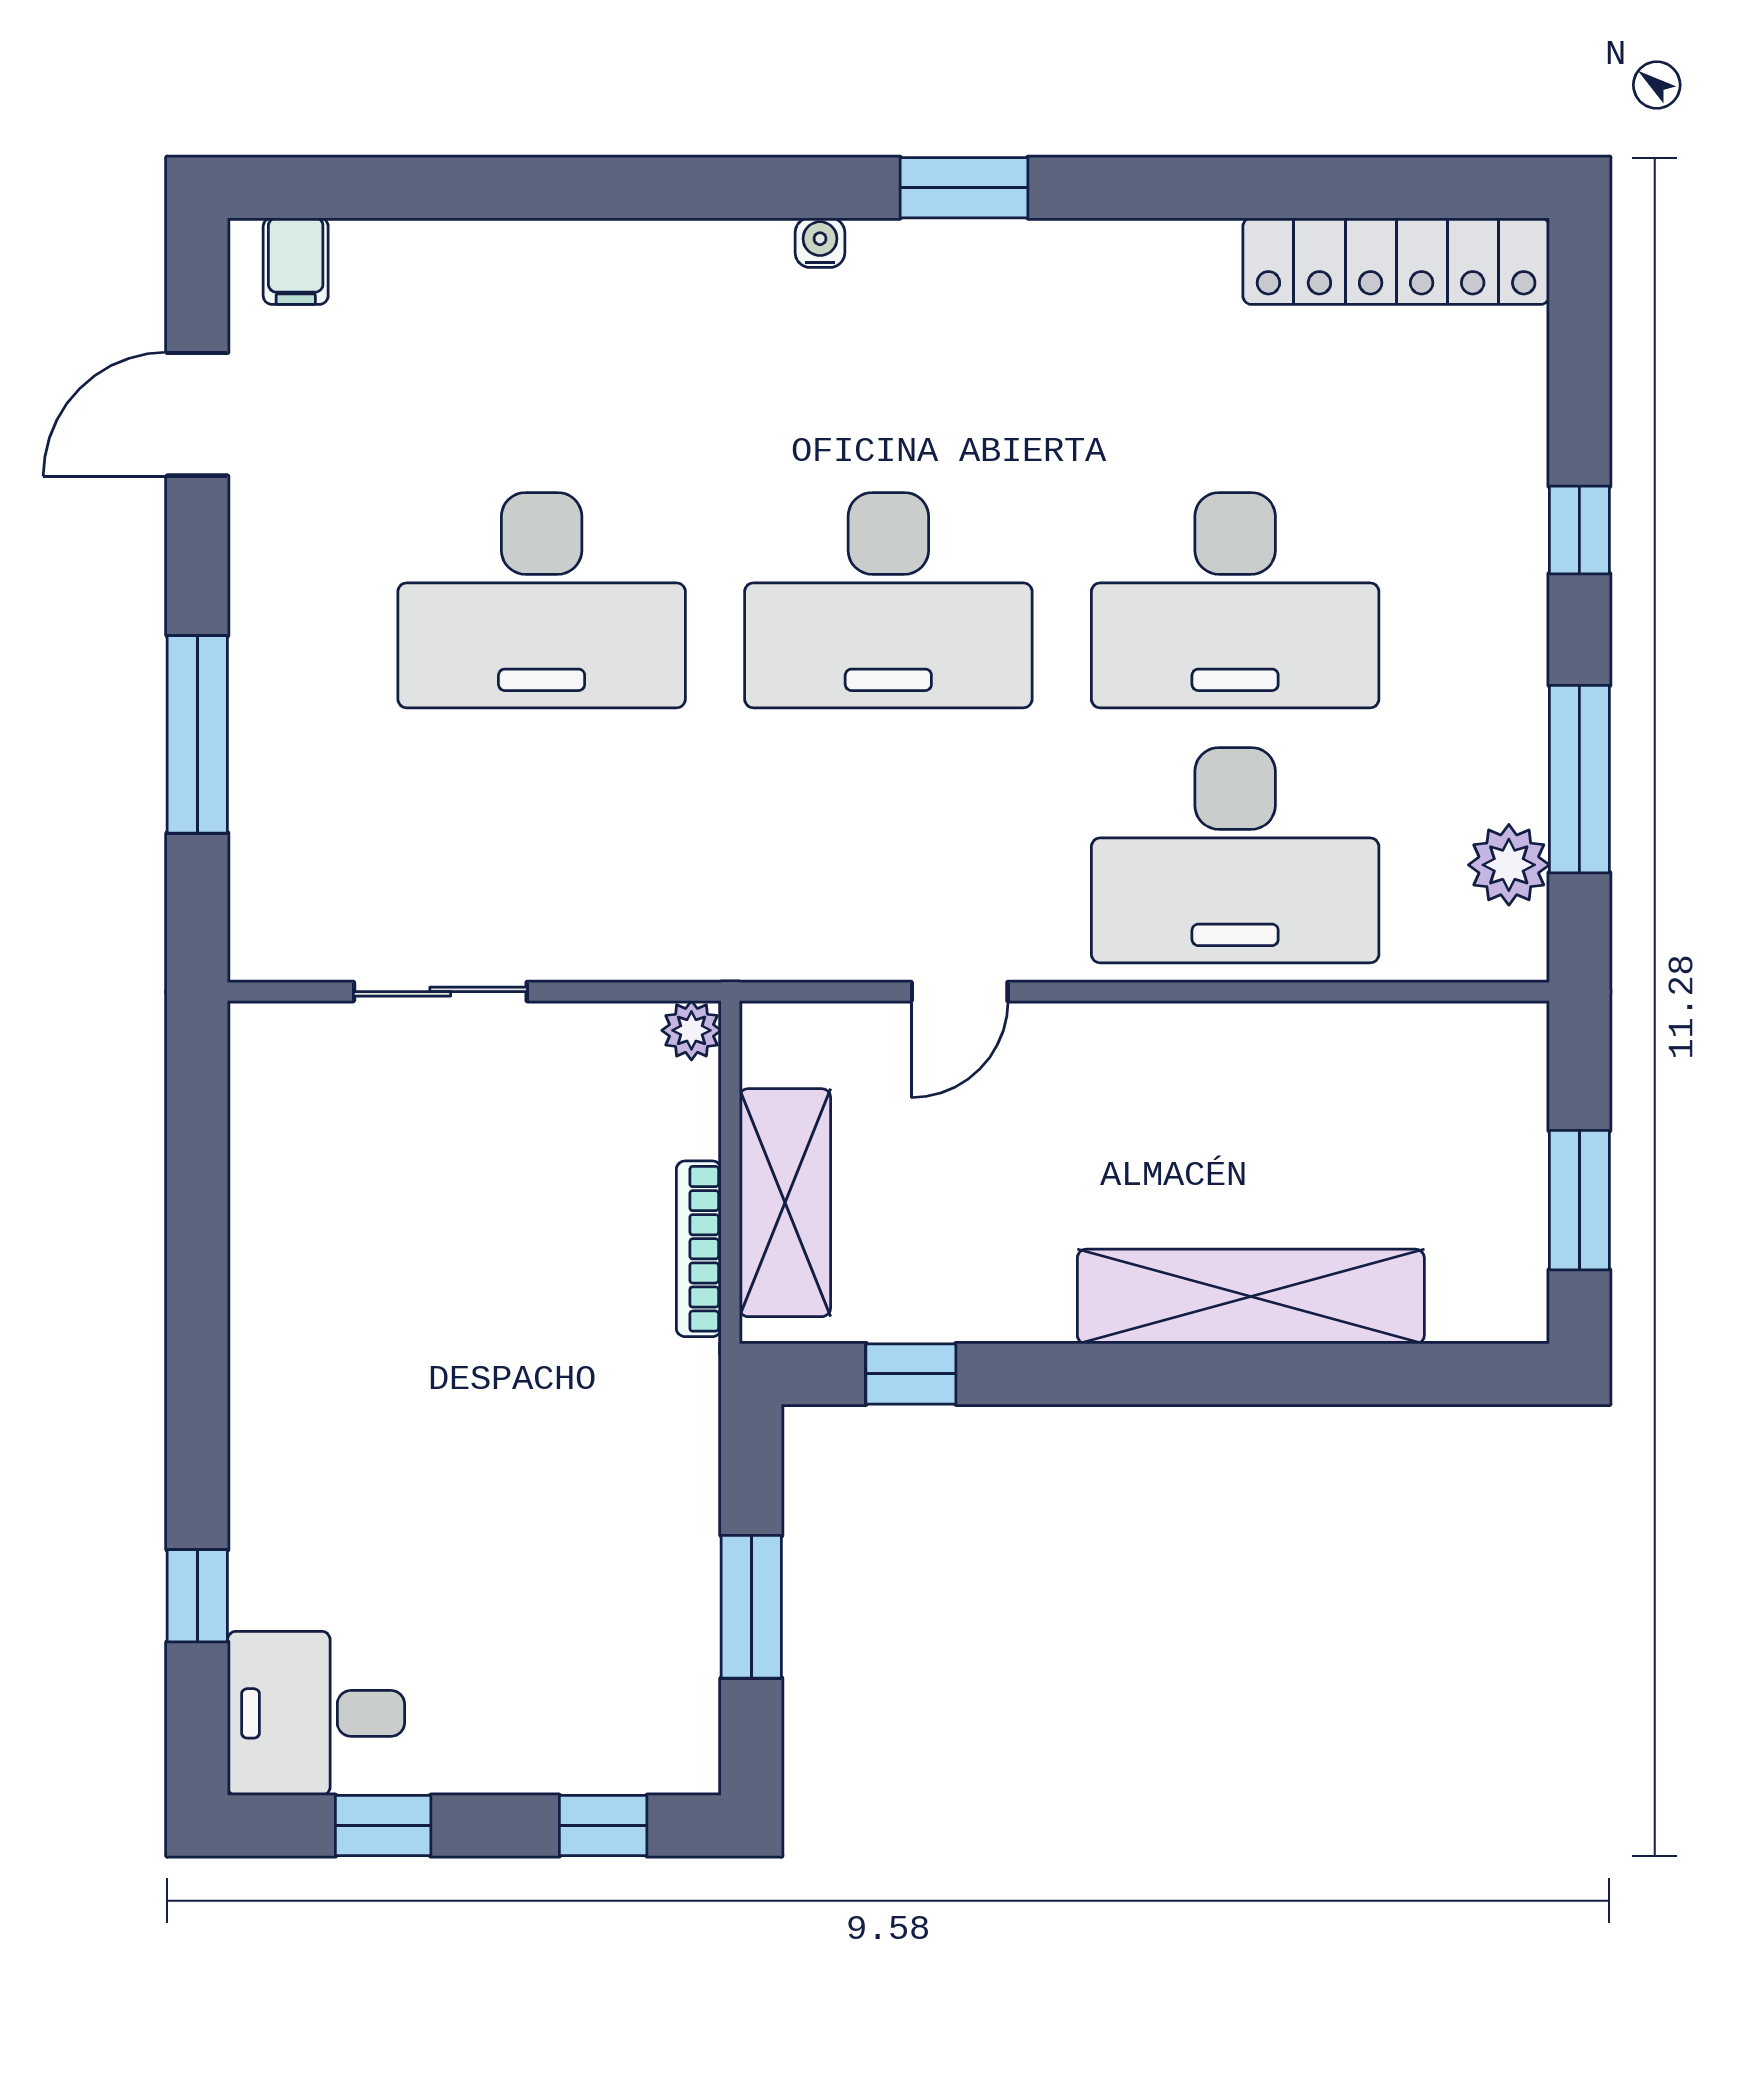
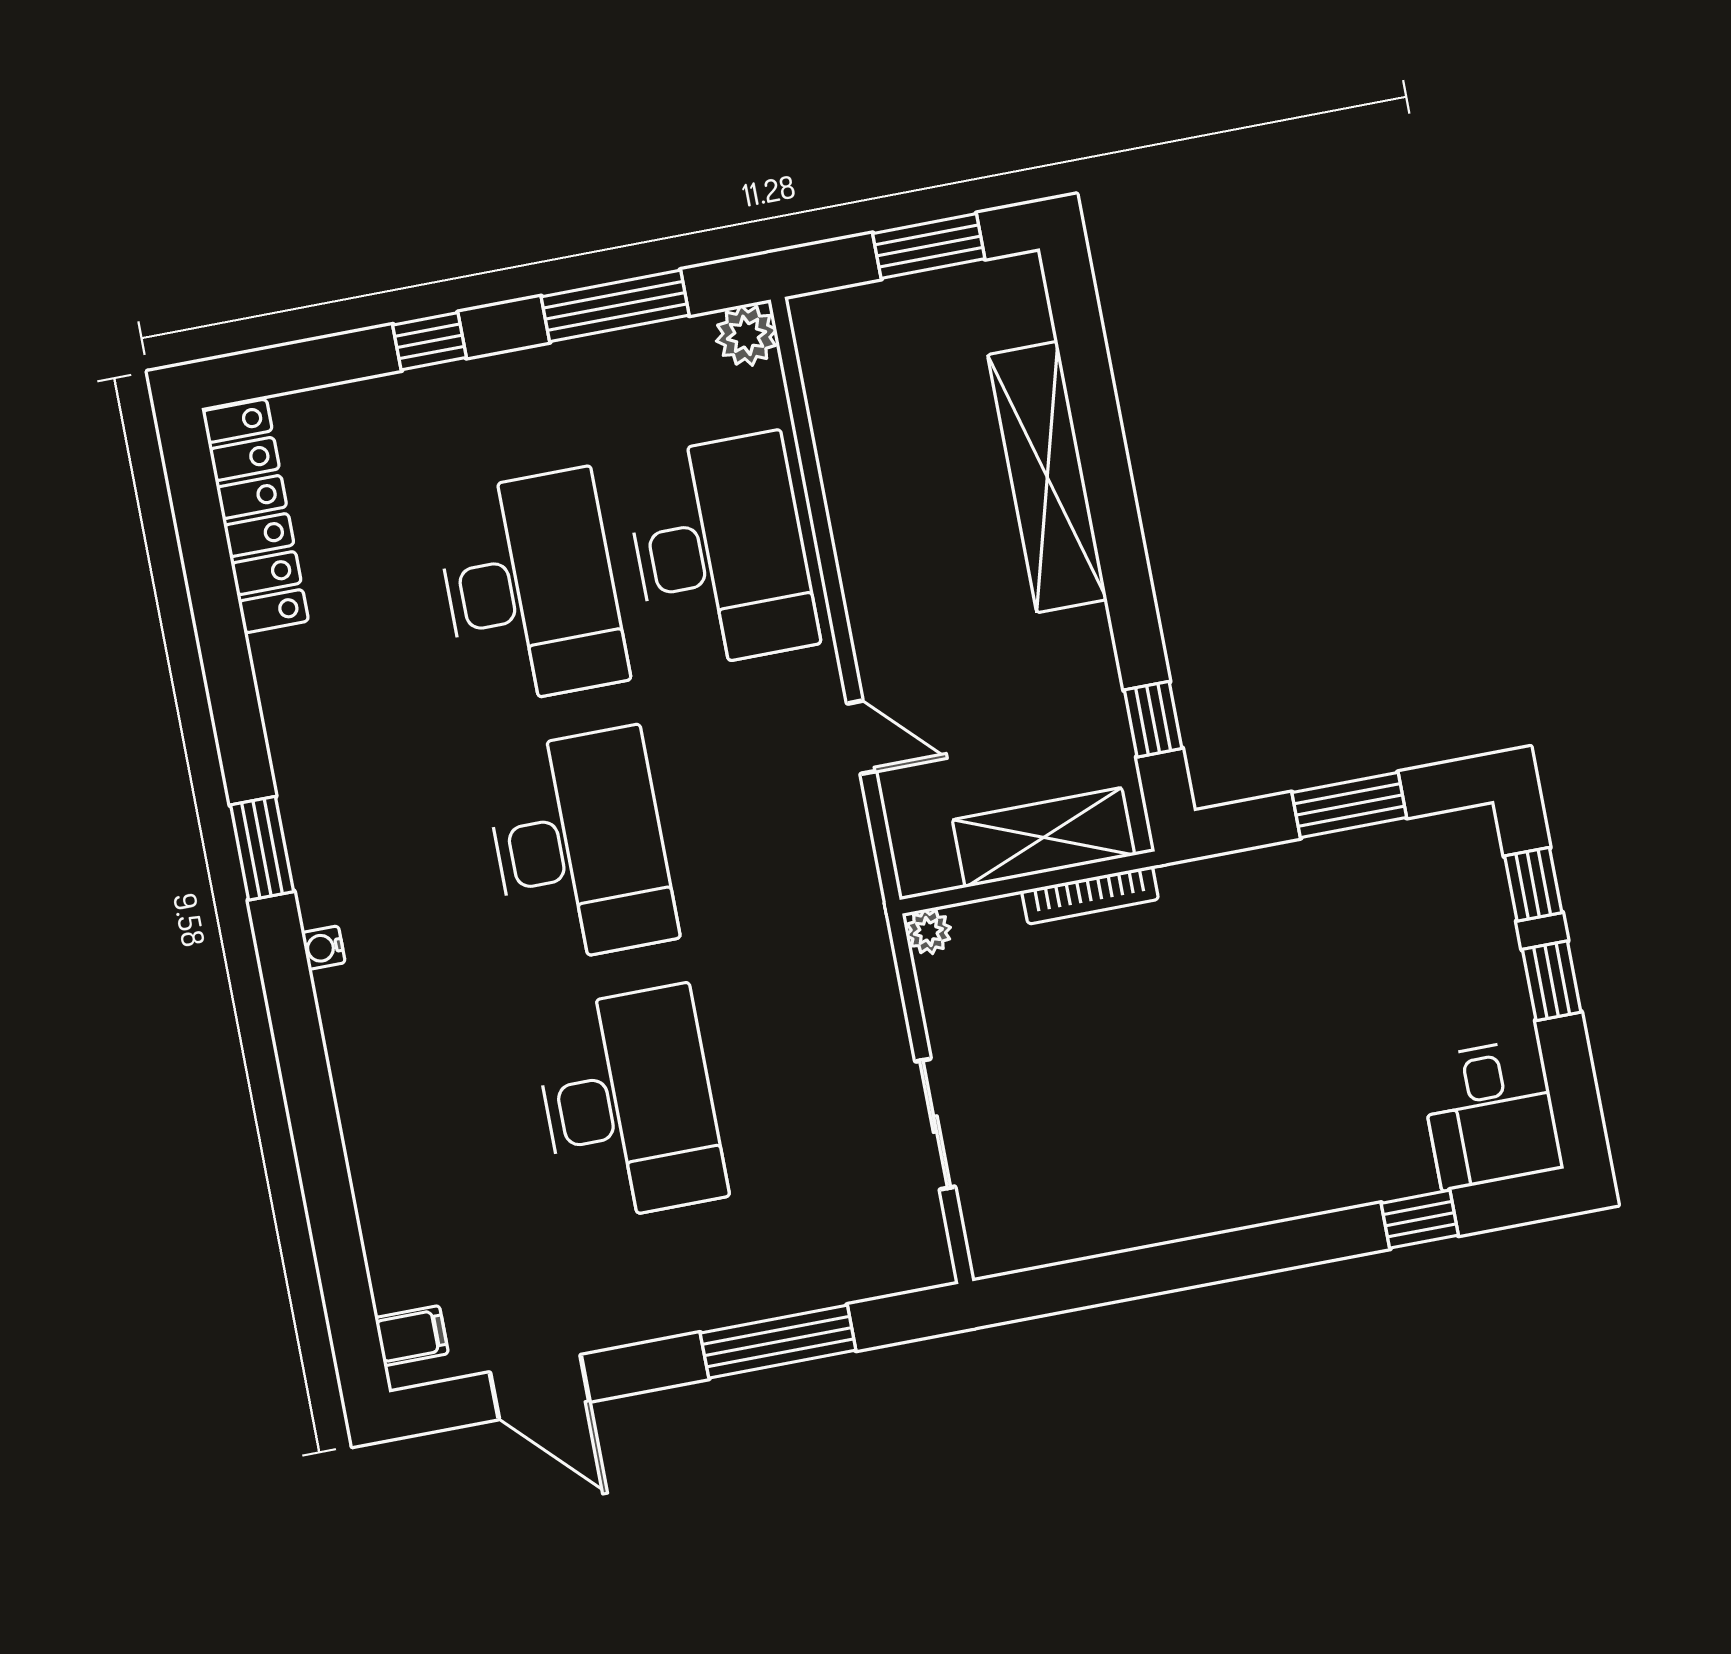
plant: (1509, 865) -> (746, 335), moved
window: (383, 1826) -> (1552, 981), moved

